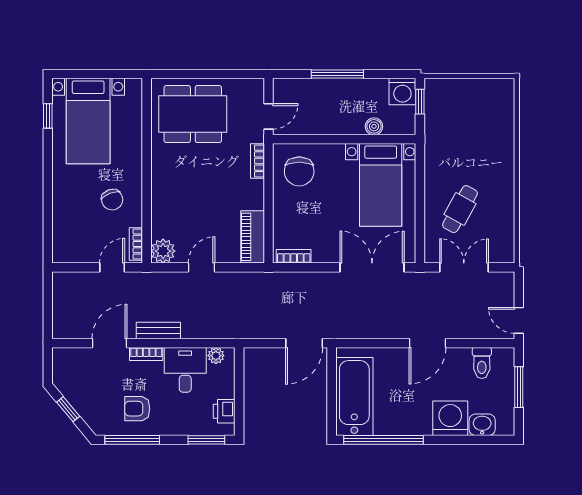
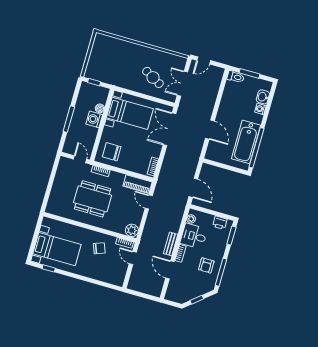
washing machine: (402, 92) -> (94, 119), moved, turned 180
dining table: (193, 114) -> (93, 199), moved, turned 90
chair: (299, 171) -> (112, 152), turned 180
door: (202, 267) -> (149, 202), moved
door: (519, 320) -> (204, 60), moved
door: (304, 343) -> (193, 188), moved
door: (427, 343) -> (210, 130), moved
toilet: (482, 363) -> (236, 77), moved
bathtub: (354, 396) -> (246, 142), moved, turned -90
washing machine: (450, 418) -> (260, 109), width x0.53, depth x0.53

